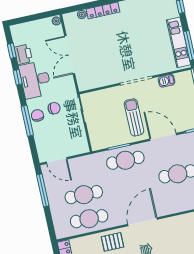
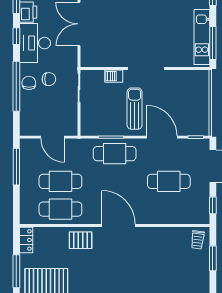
barbecue: (167, 81) -> (114, 76), moved
window: (27, 121) -> (16, 86), width x1.46
door: (57, 160) -> (53, 137), moved
door: (142, 222) -> (118, 226), hinge flipped

